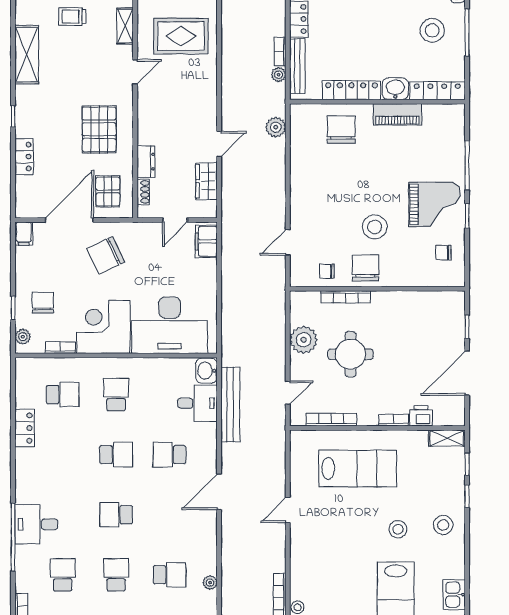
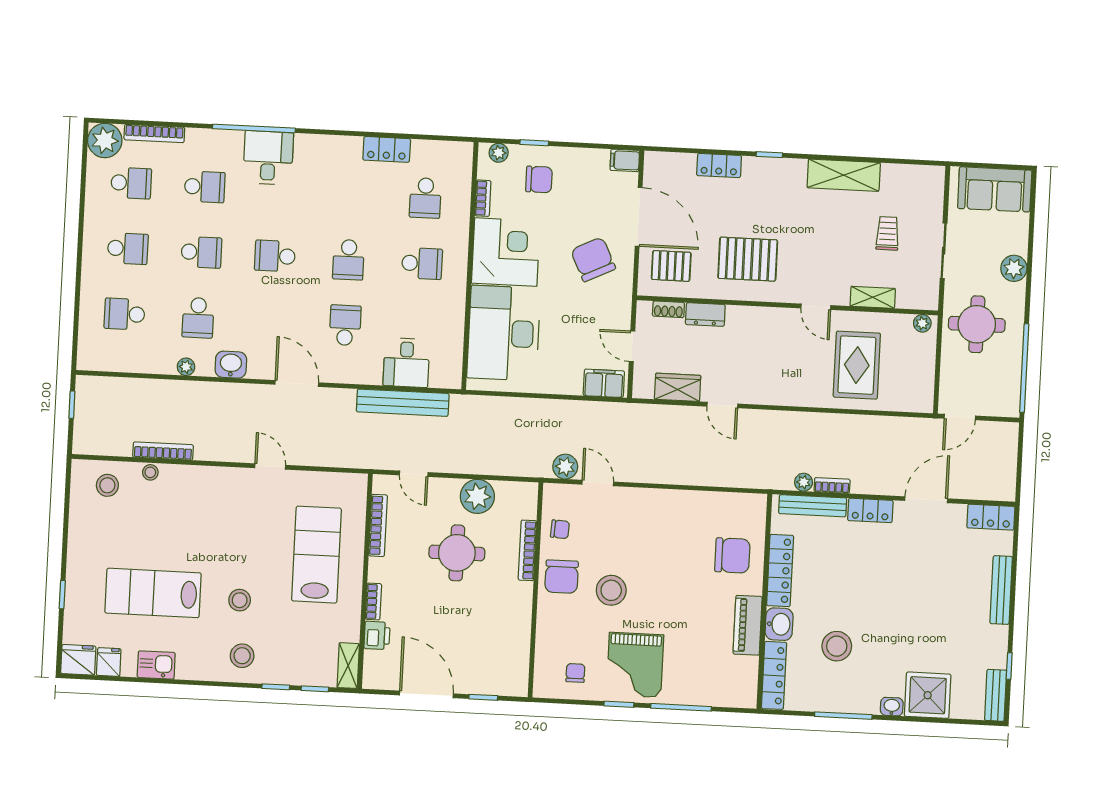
stool: (432, 30) -> (837, 646), moved
plant: (276, 127) -> (565, 467), moved
chair: (365, 268) -> (562, 577), turned 90
chair: (327, 271) -> (560, 529), turned 93
washbasin: (206, 371) -> (231, 365), moved
lab bench: (358, 469) -> (316, 555), turned 180
school desk: (116, 515) -> (275, 256), turned -90

